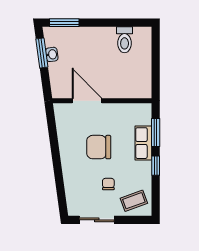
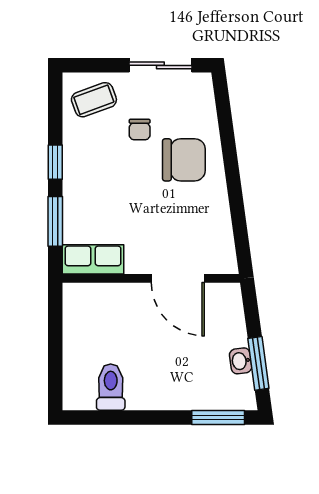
row of seats: (143, 143) -> (93, 259), moved, turned -90
chair: (99, 147) -> (184, 160), moved

